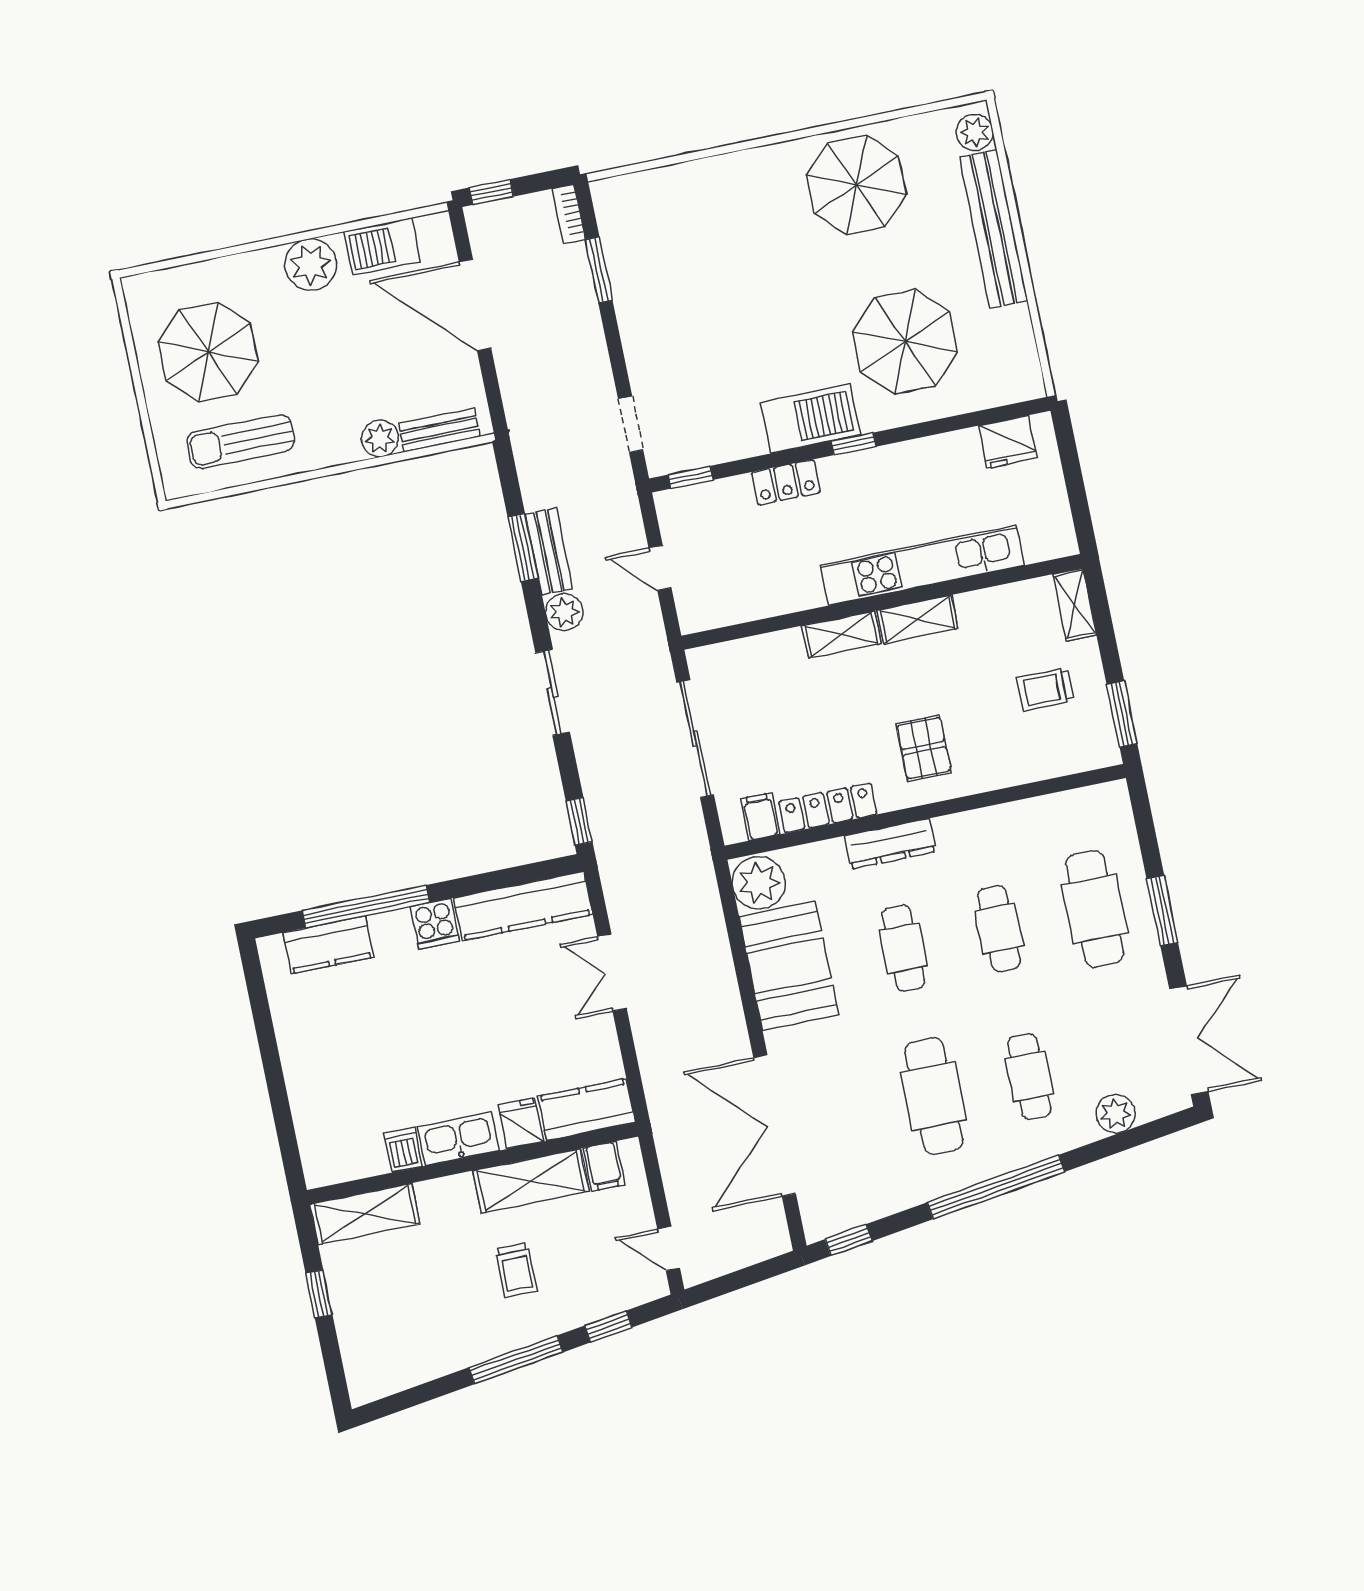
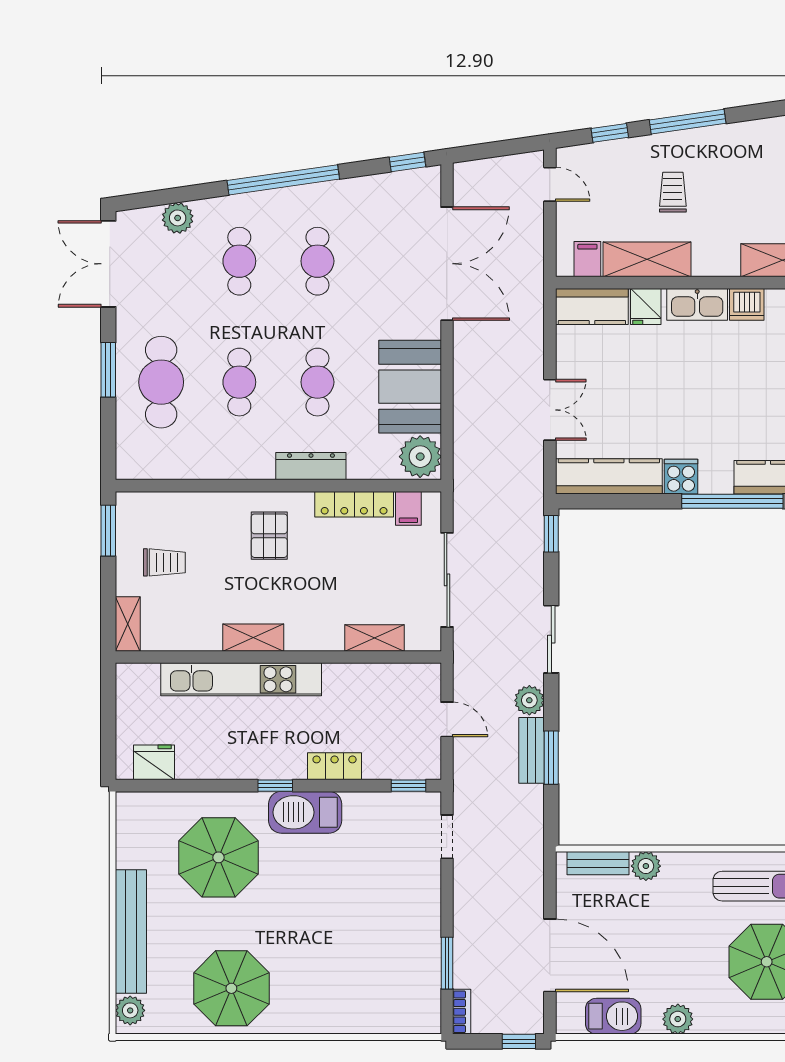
plant: (311, 265) -> (678, 1019), width x0.73, depth x0.73
shelving: (841, 635) -> (375, 638), moved
cafe table: (934, 1096) -> (317, 261), width x0.73, depth x0.74
dishwasher: (403, 1150) -> (747, 304), width x1.38

